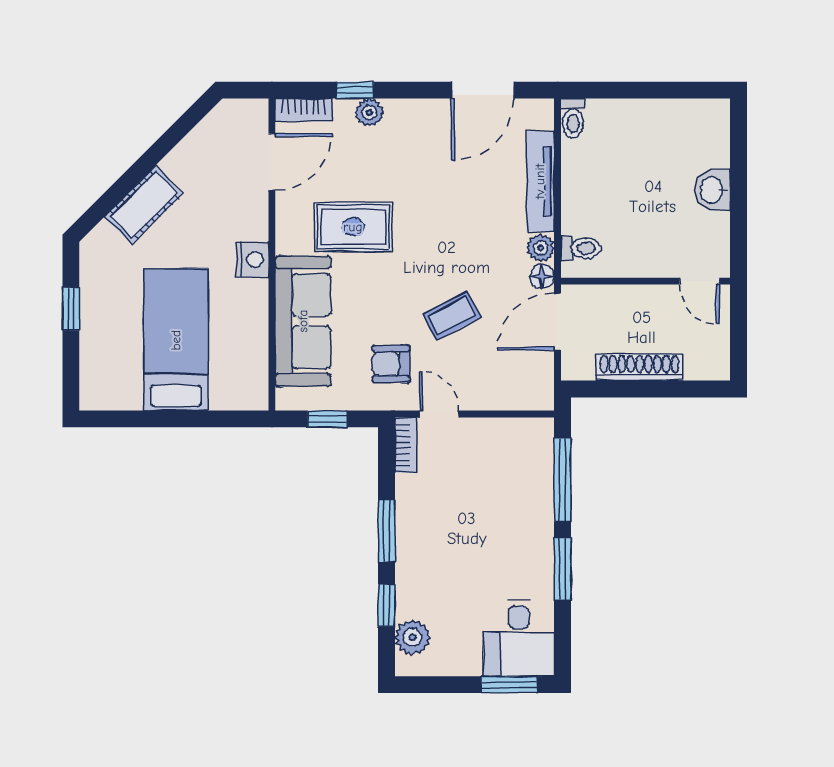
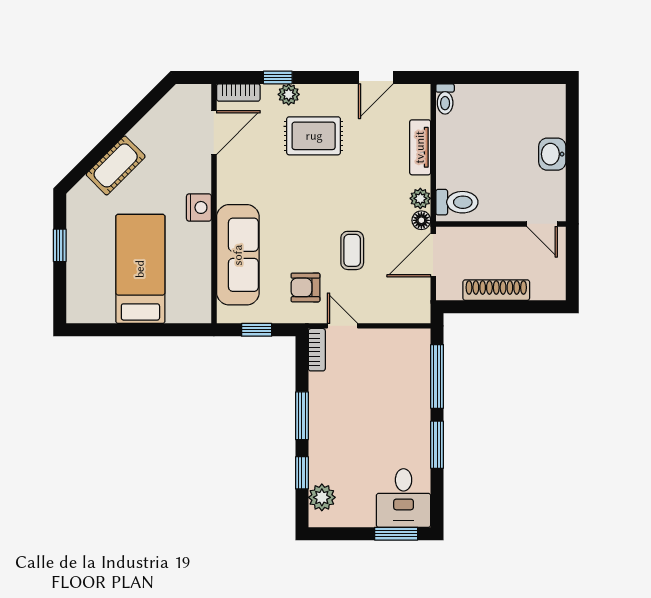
door: (483, 90) -> (376, 77), width x0.73
tv unit: (540, 181) -> (420, 147), width x0.71
rug: (353, 227) -> (314, 136), moved
toilet: (581, 248) -> (457, 202), width x1.37, depth x1.39
coffee table: (452, 316) -> (352, 250), turned -62

